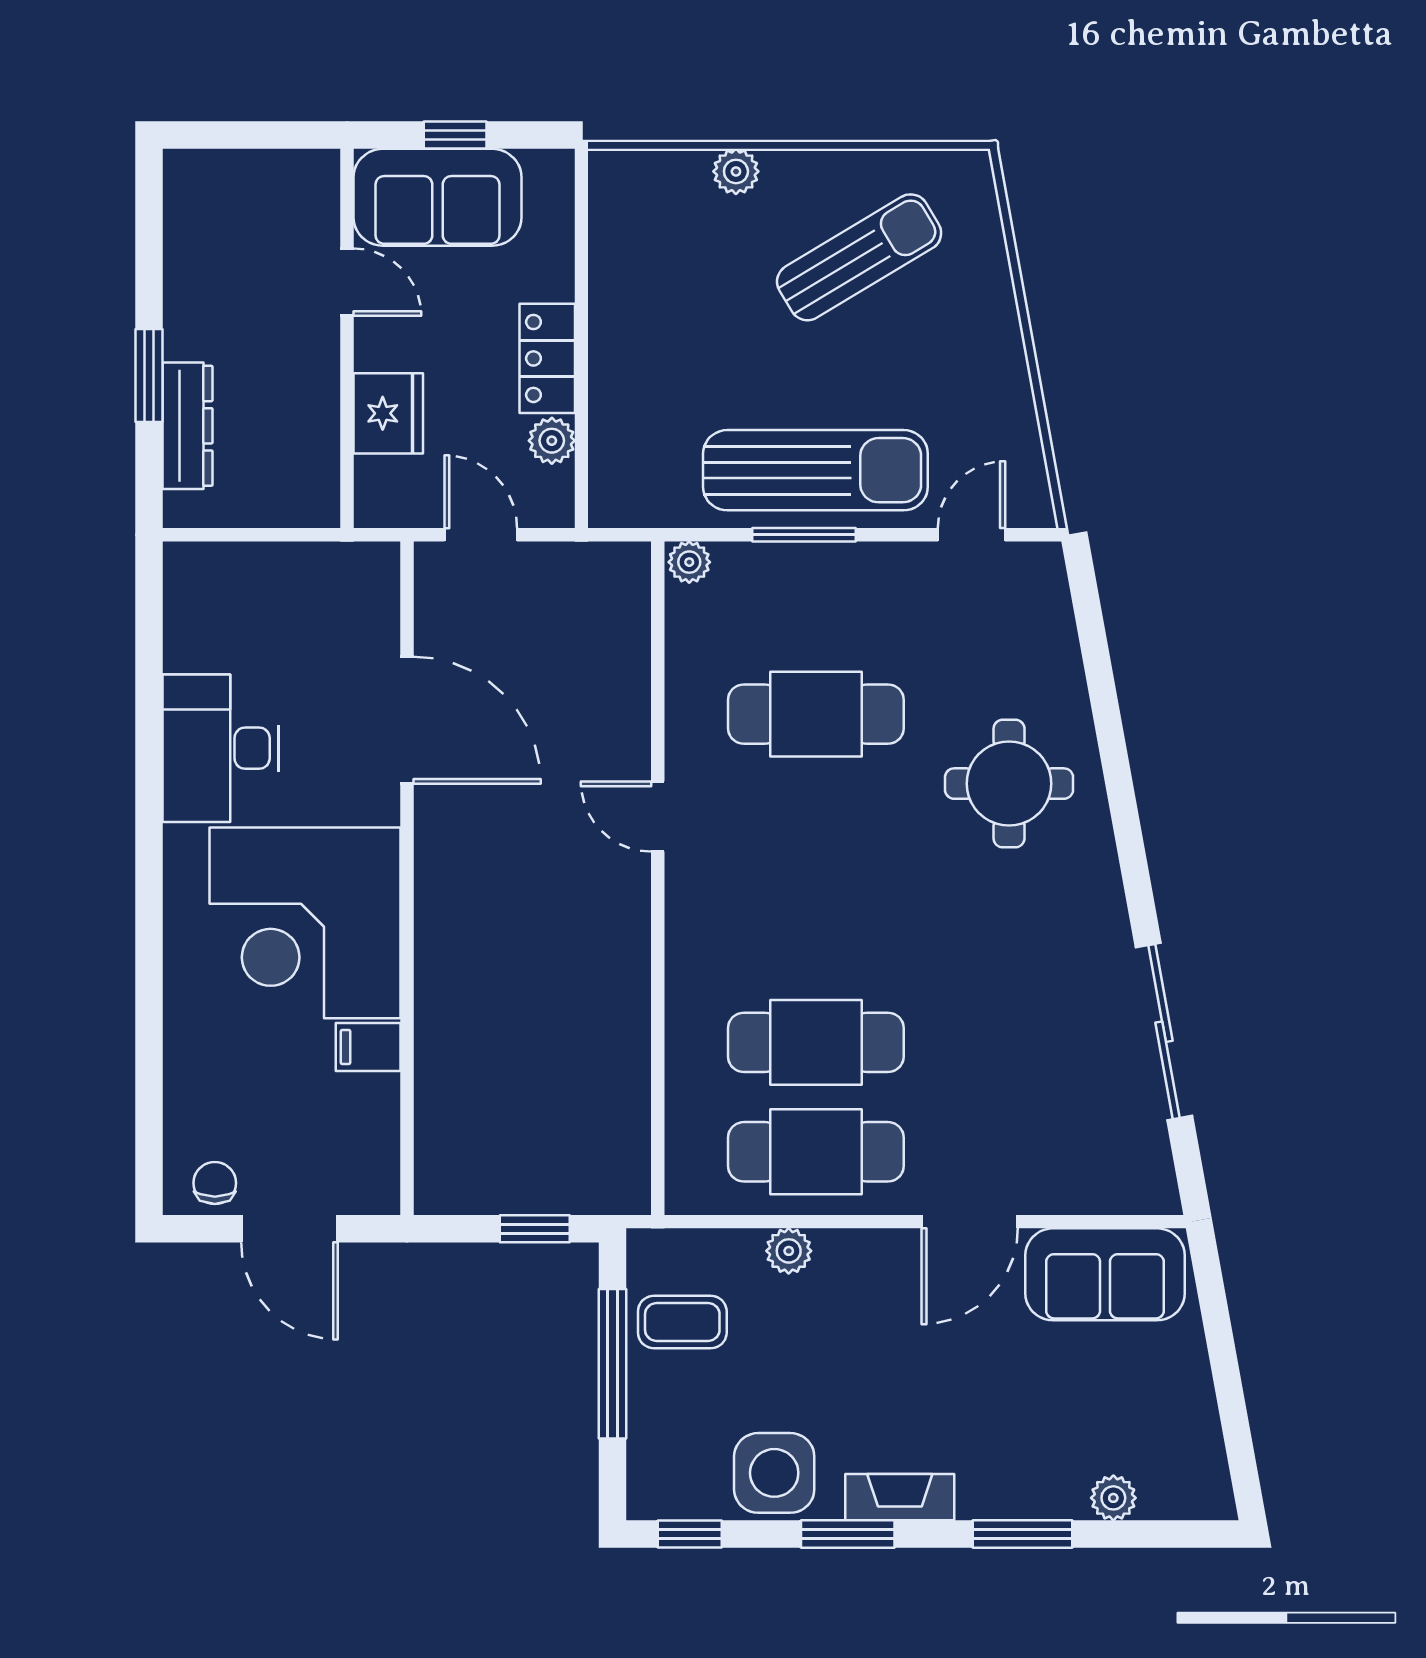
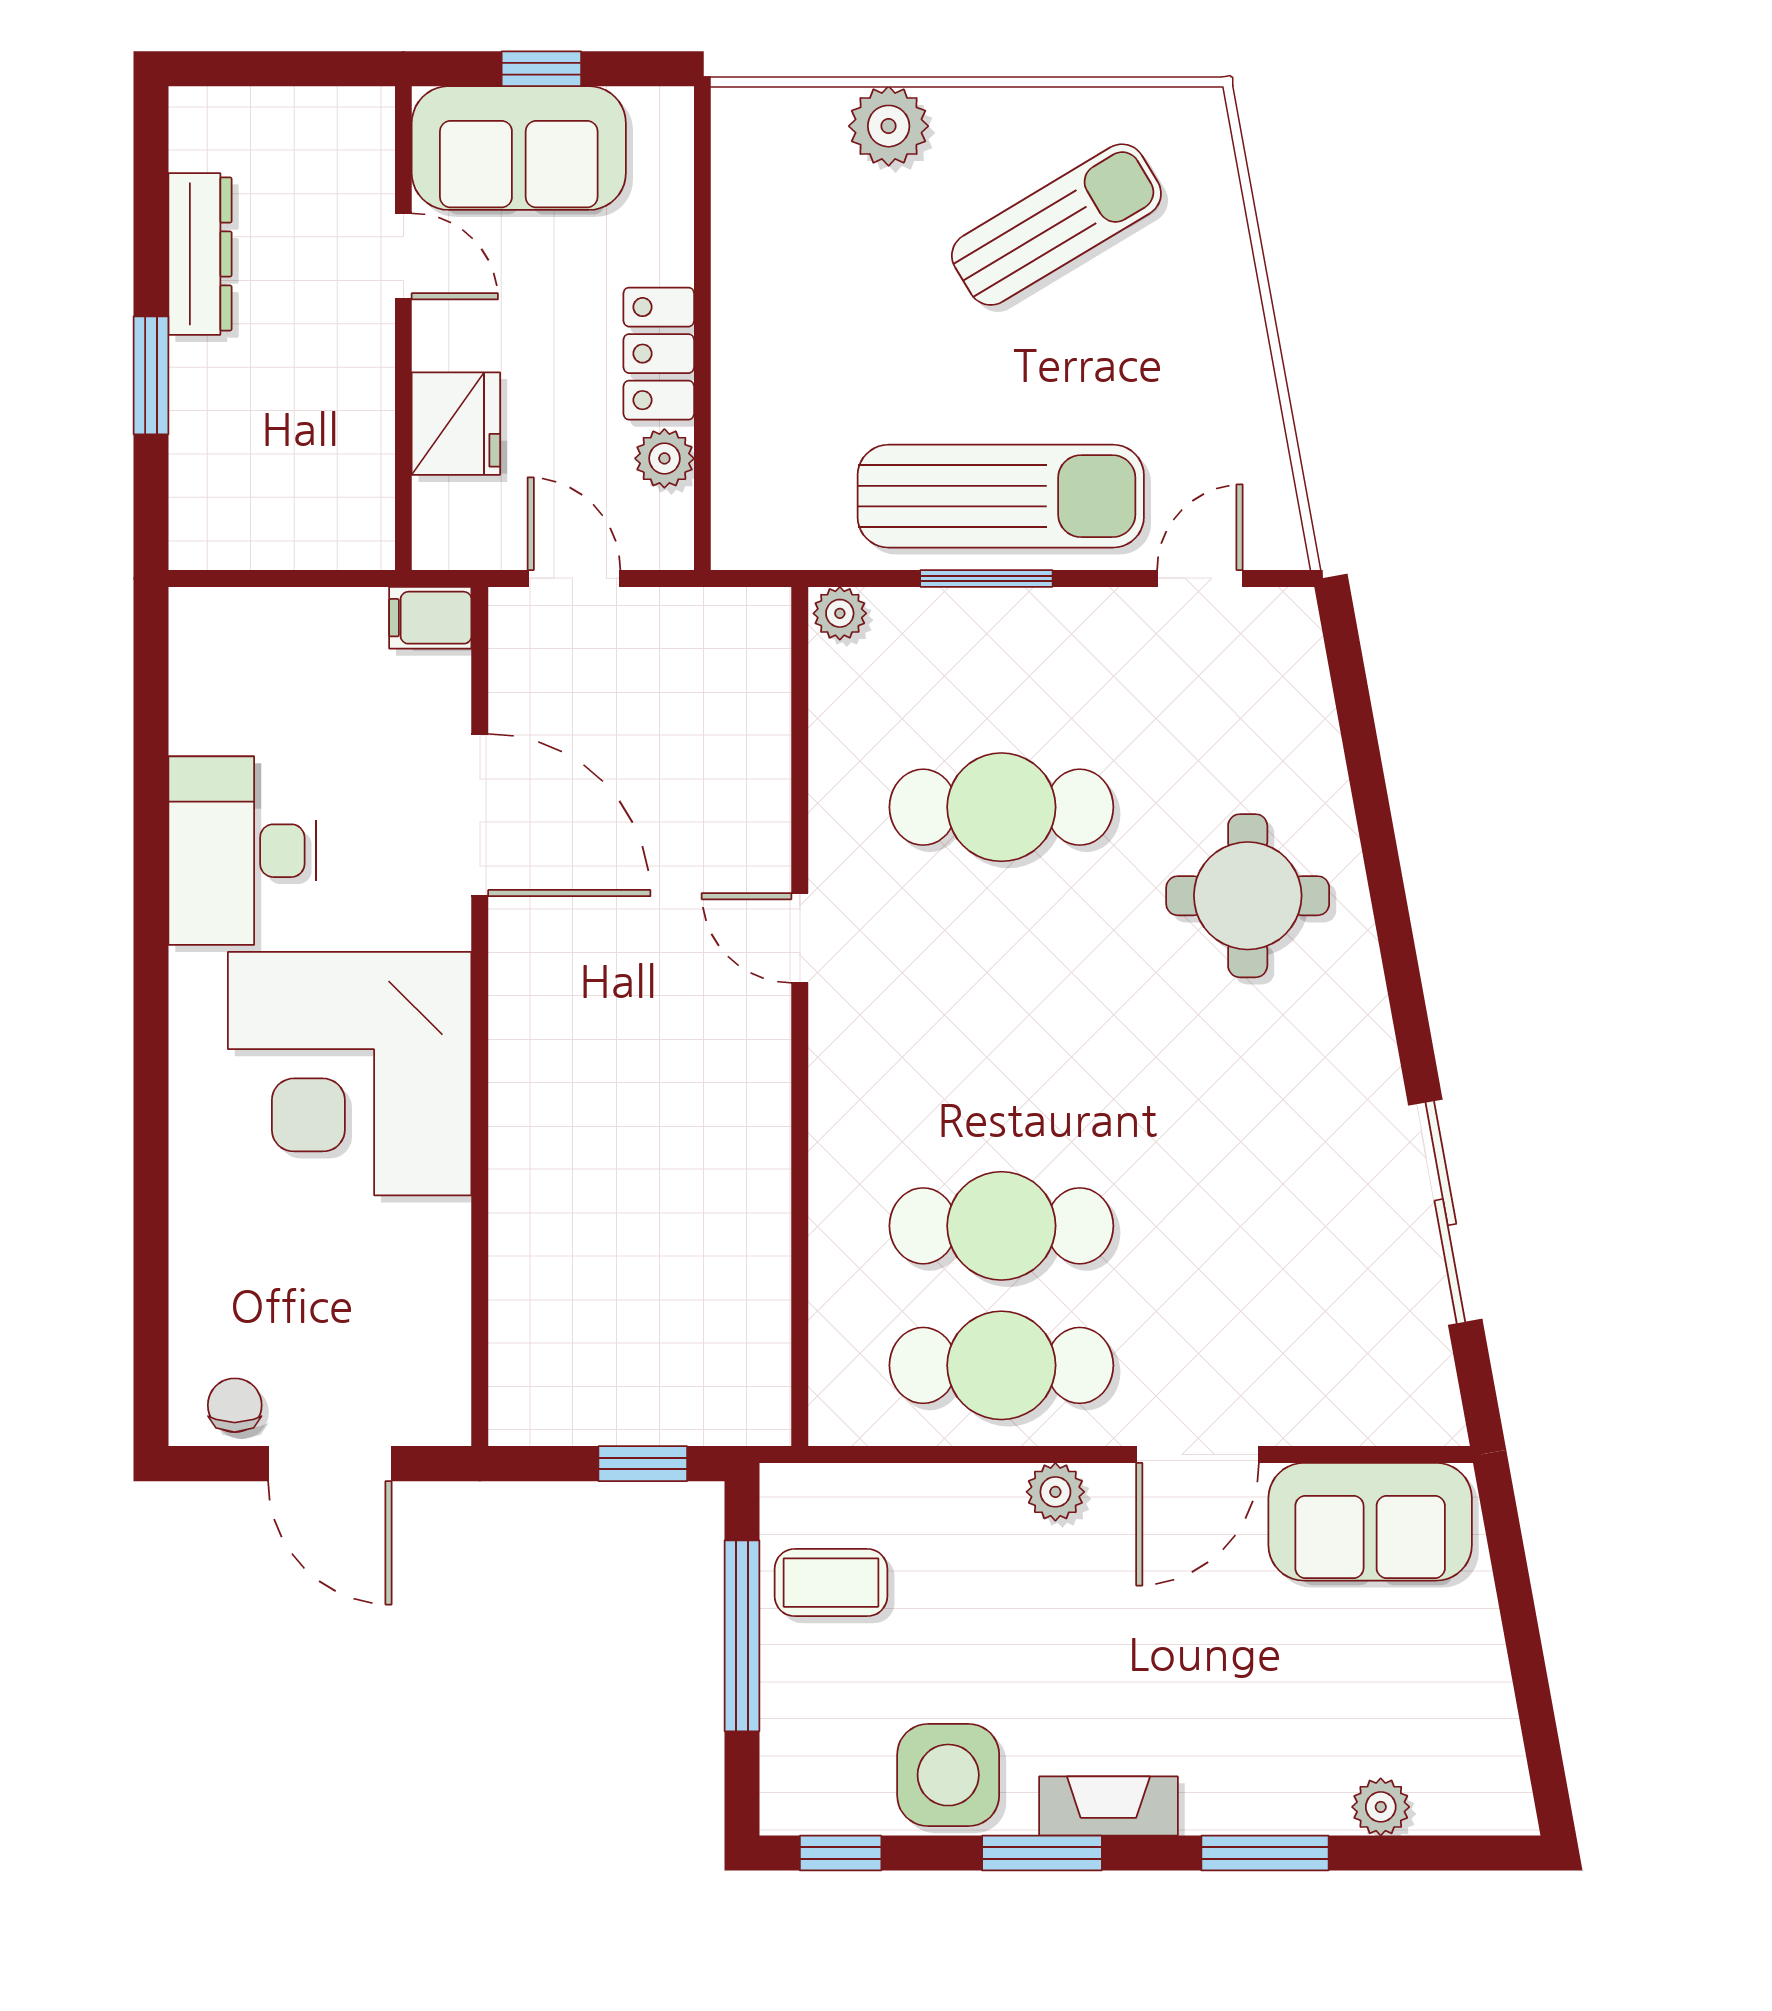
plant: (736, 171) -> (889, 126), width x1.38, depth x1.38
dresser: (188, 426) -> (200, 254), moved
filing cabinet: (368, 1047) -> (430, 618), moved
plant: (789, 1251) -> (1055, 1492), moved

